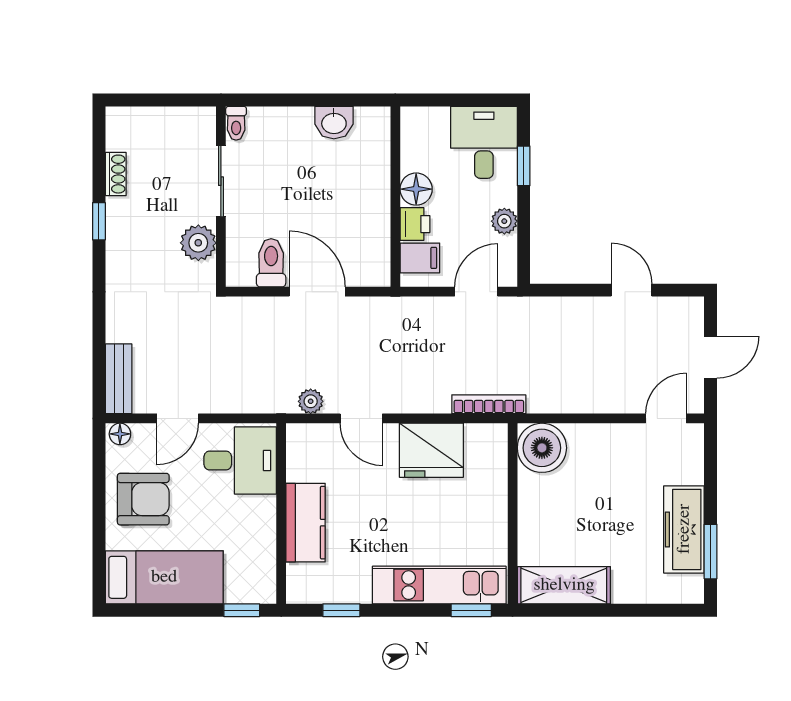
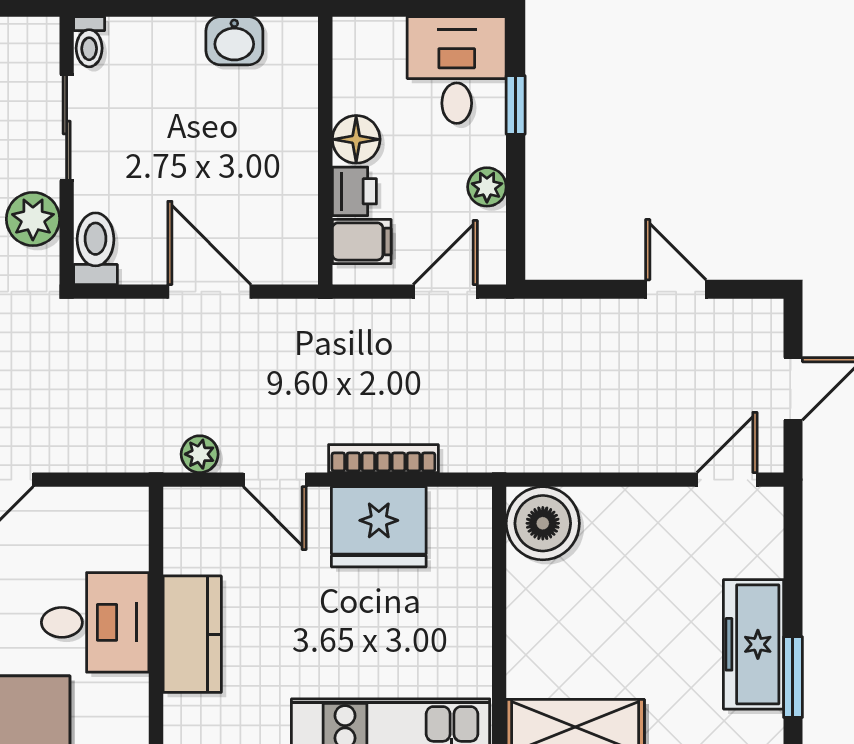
toilet: (271, 263) -> (95, 249), moved
bookcase: (489, 404) -> (383, 459), moved
desk: (240, 461) -> (95, 622), moved

